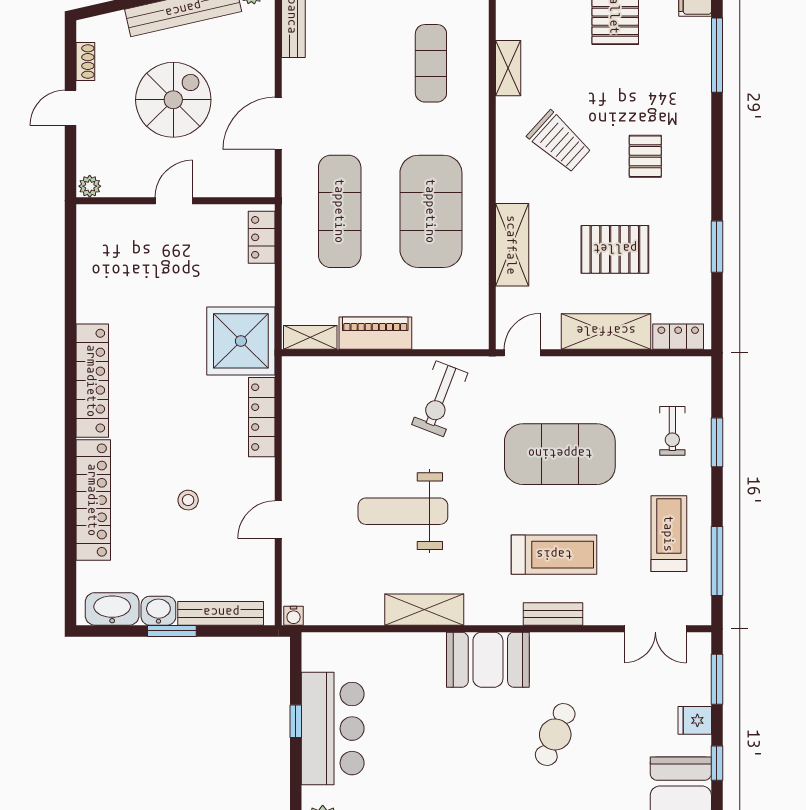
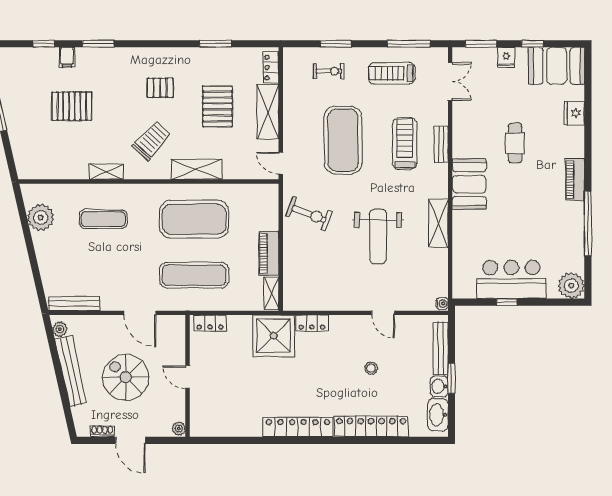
window: (717, 55) -> (98, 44), width x0.69
door: (71, 108) -> (131, 440), width x1.37
shelving: (512, 245) -> (197, 169), moved
locker: (262, 417) -> (312, 323), width x0.66
cafe table: (555, 734) -> (515, 143), turned 67

